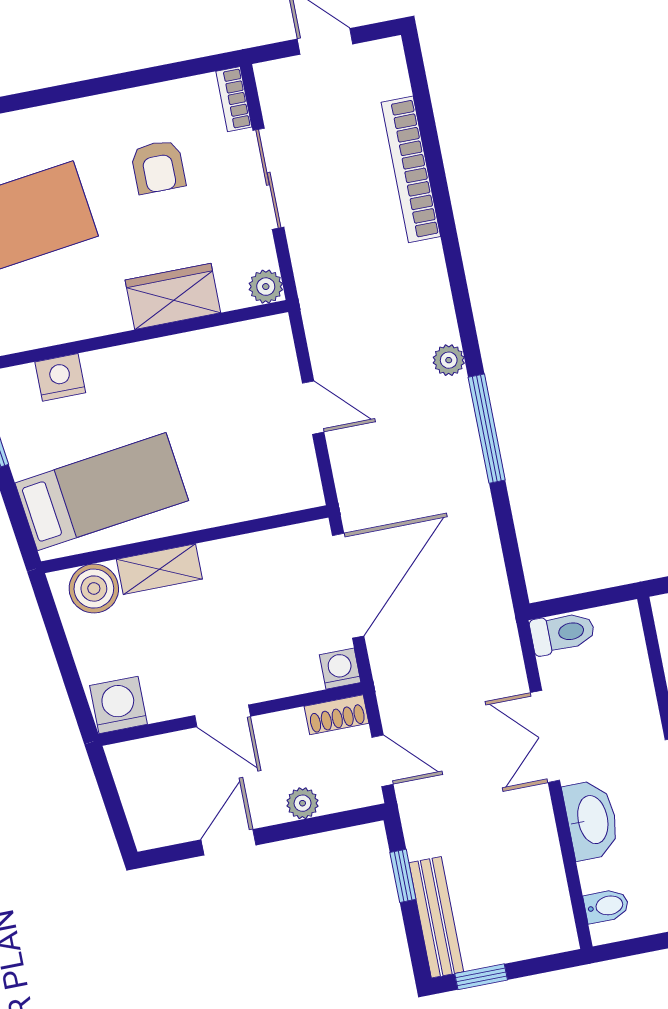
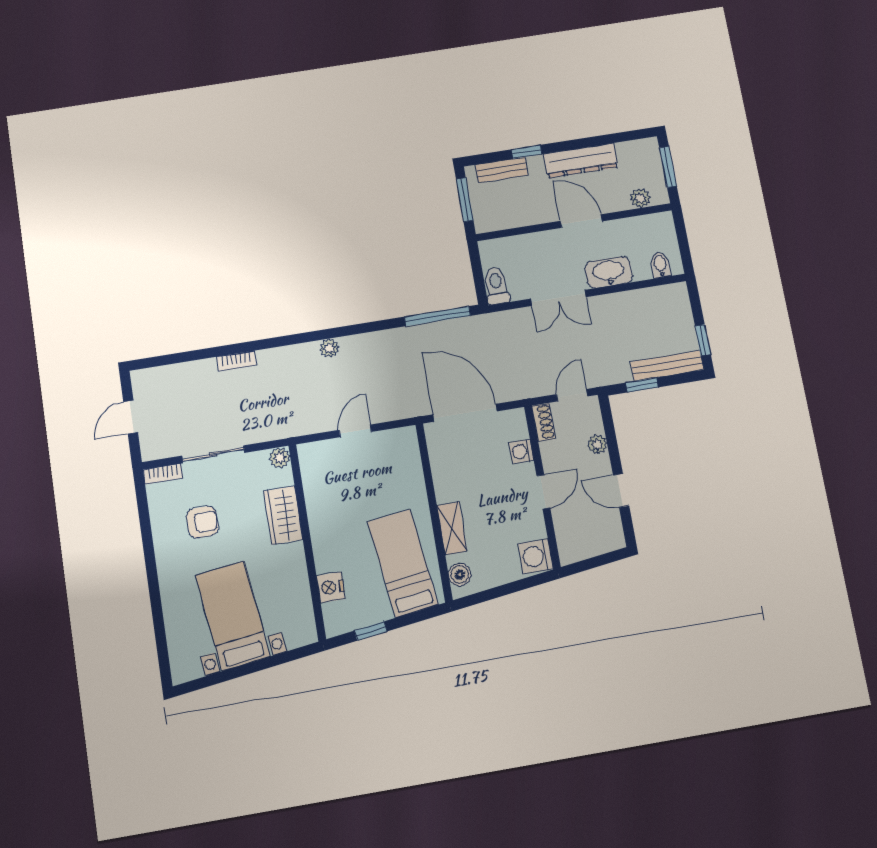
bookcase: (411, 169) -> (236, 361), width x0.43, depth x0.76
window: (487, 429) -> (437, 316), moved
boiler: (94, 589) -> (460, 575), width x0.73, depth x0.73
washing machine: (340, 669) -> (521, 451), moved

